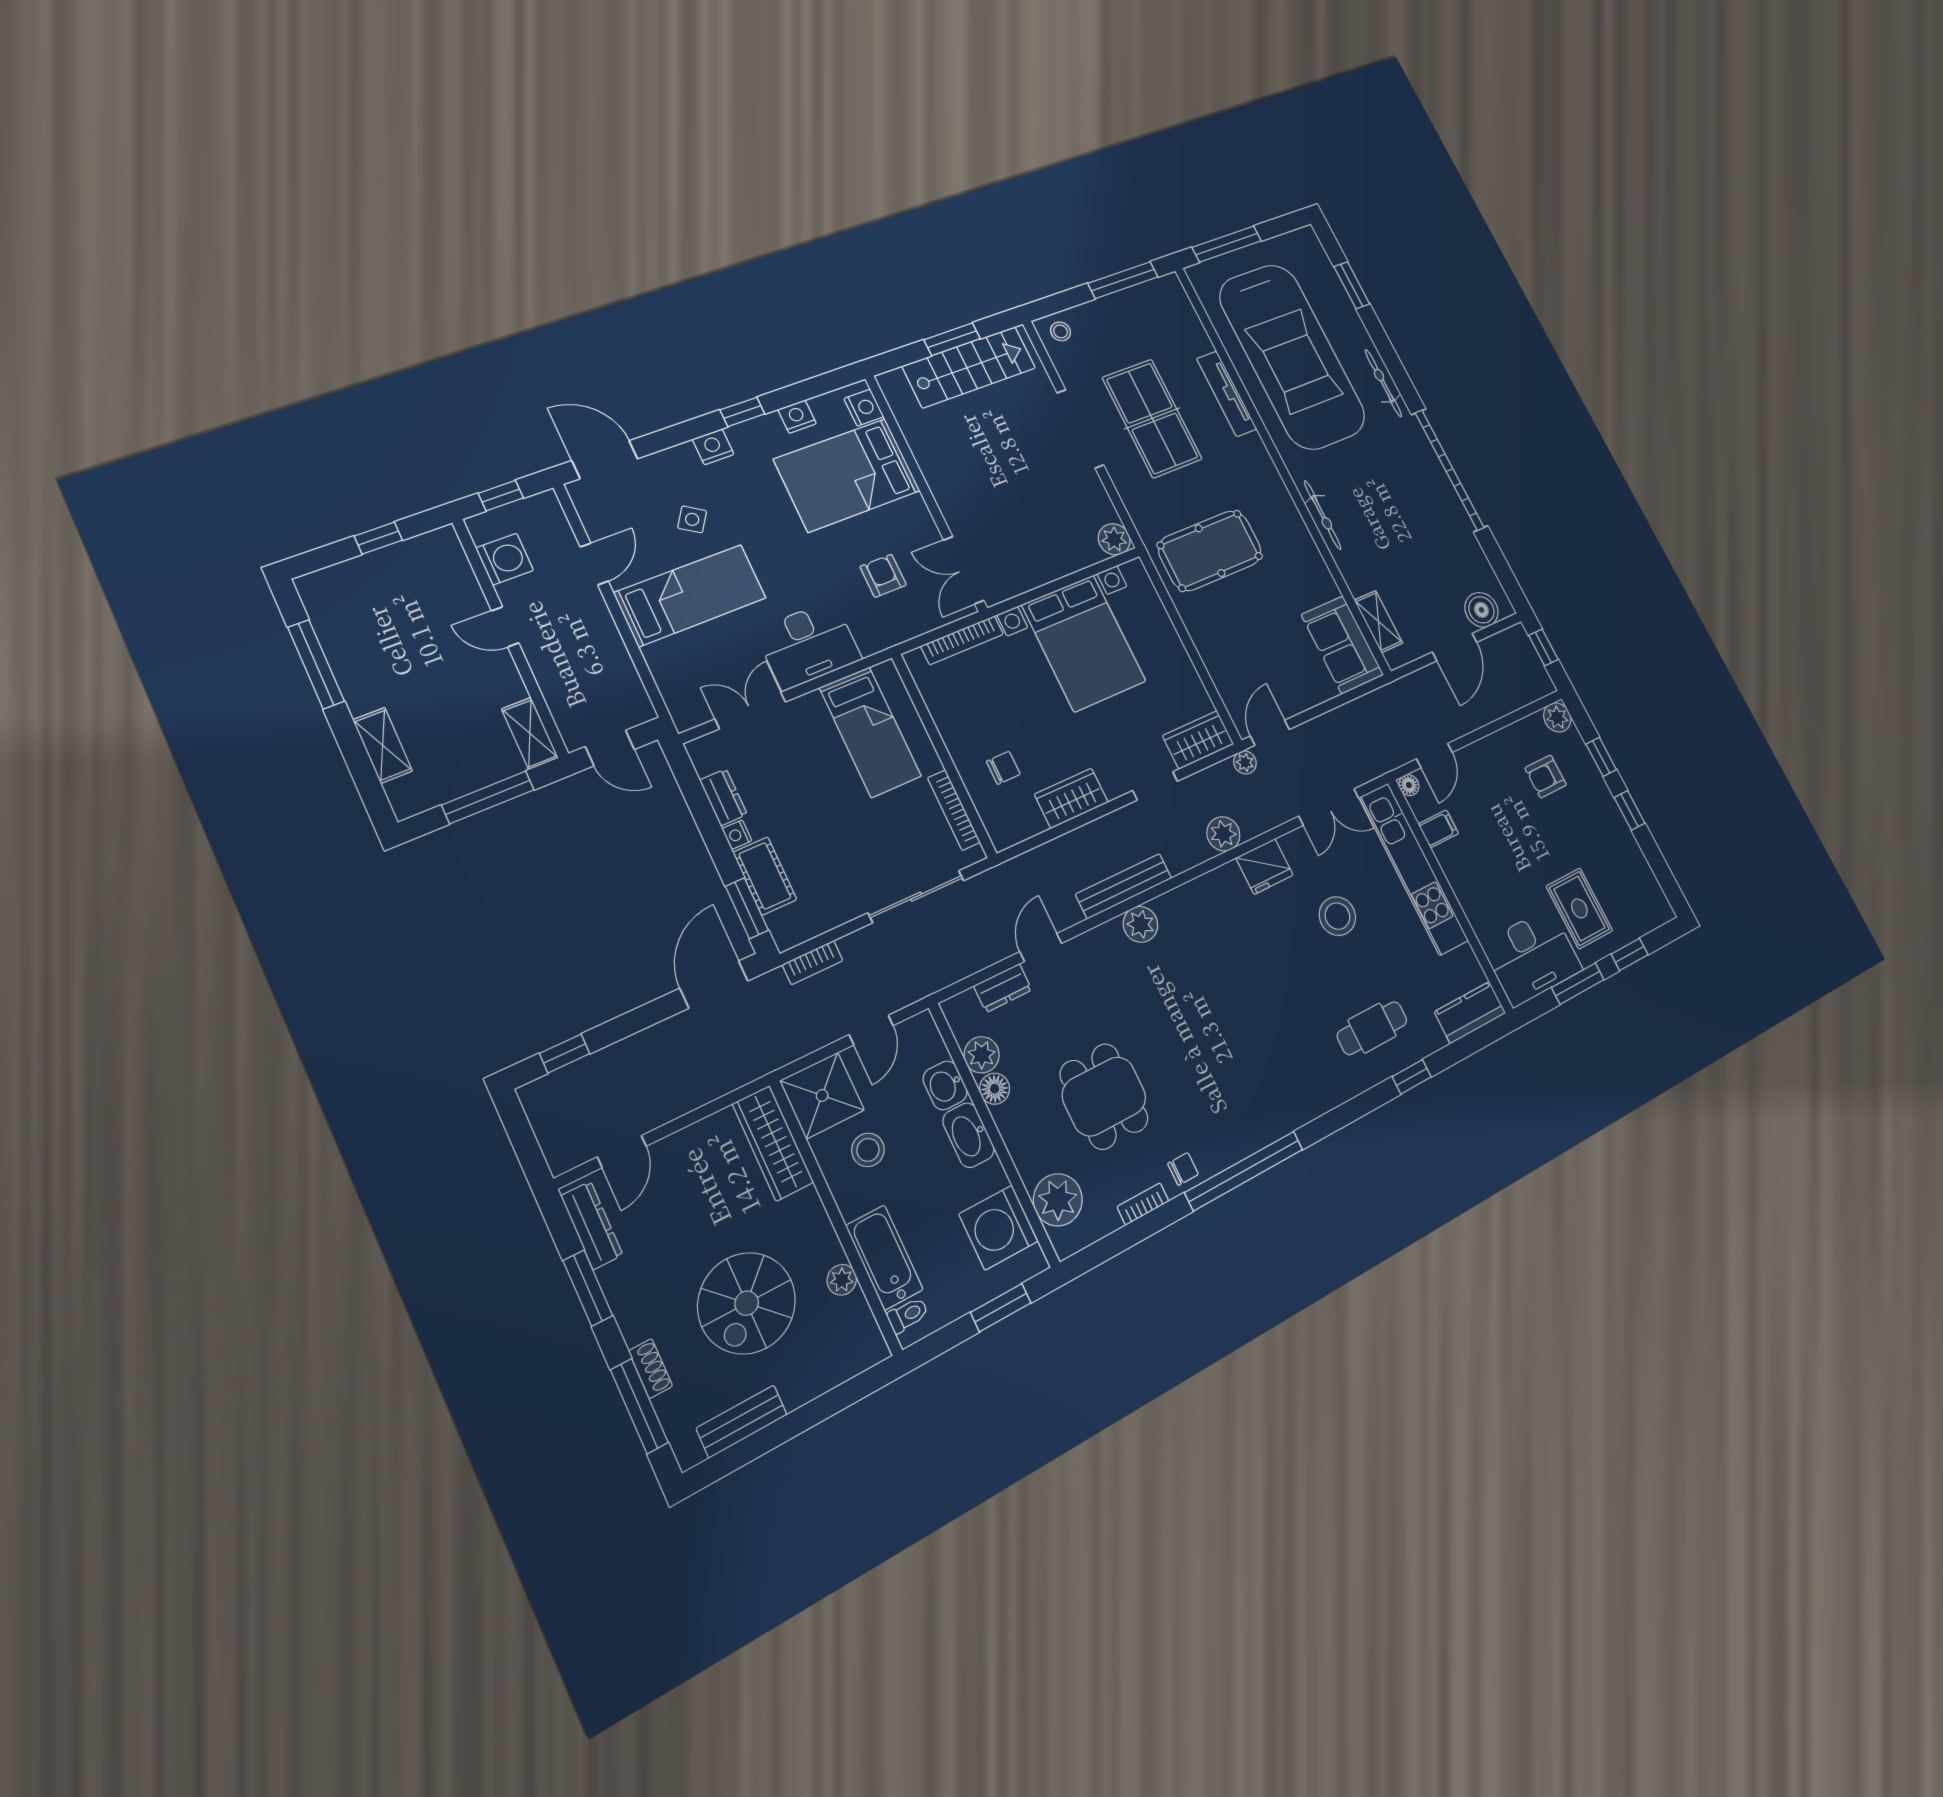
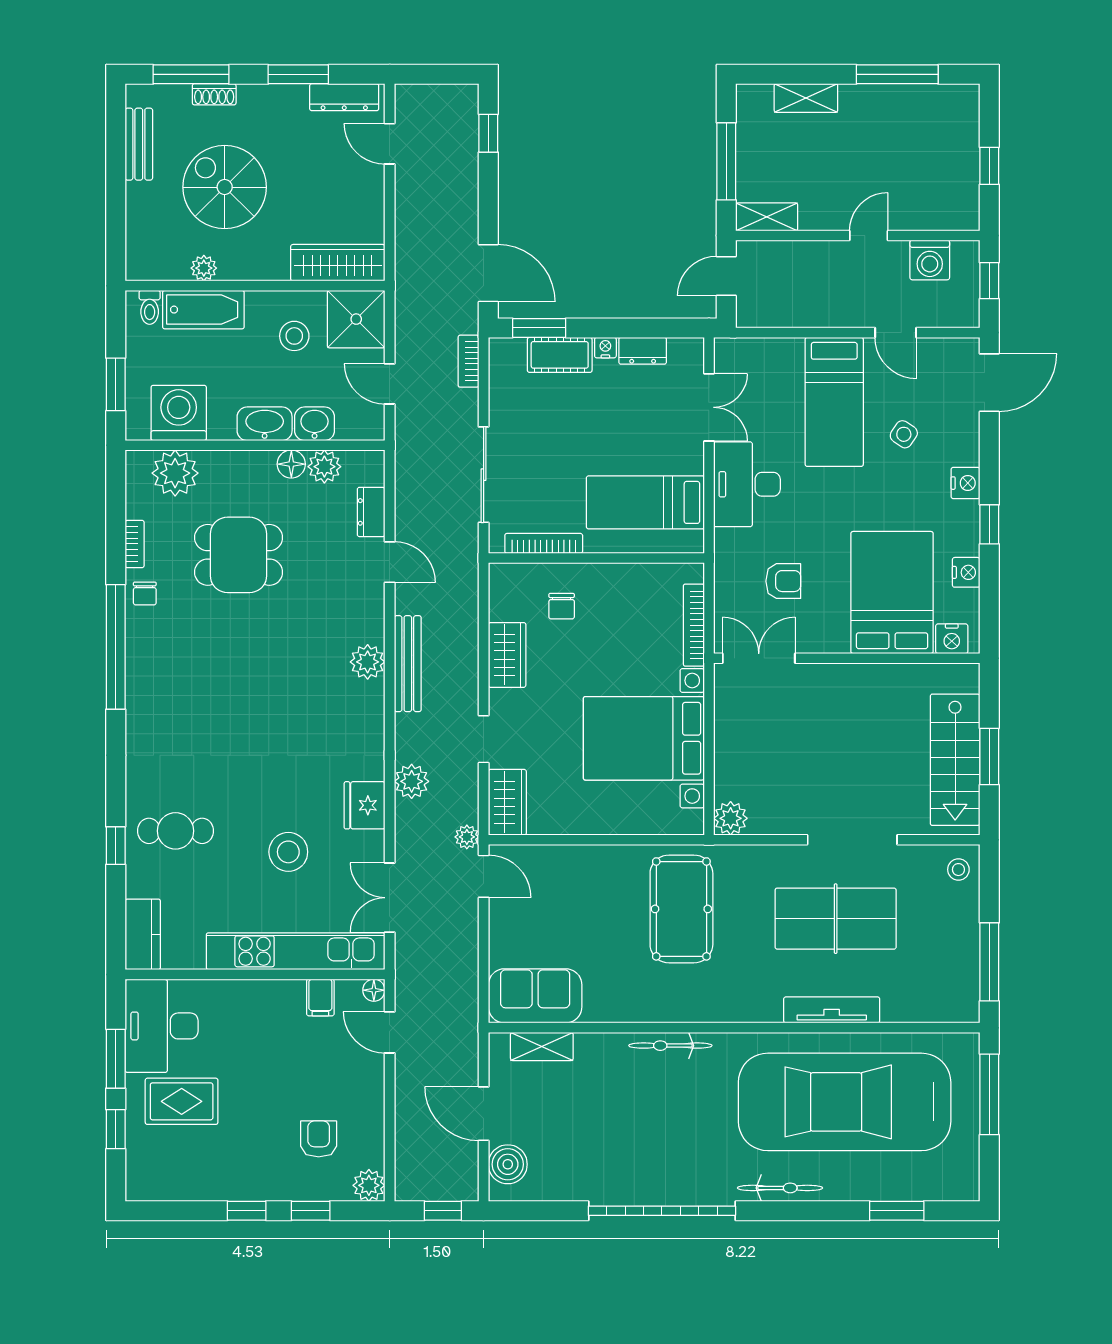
cafe table: (1372, 1028) -> (176, 831), turned 90

